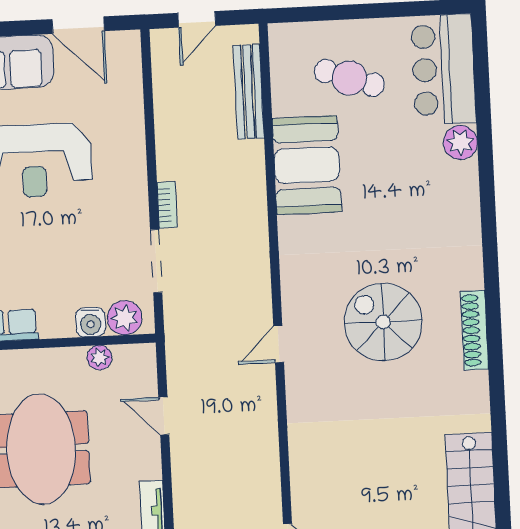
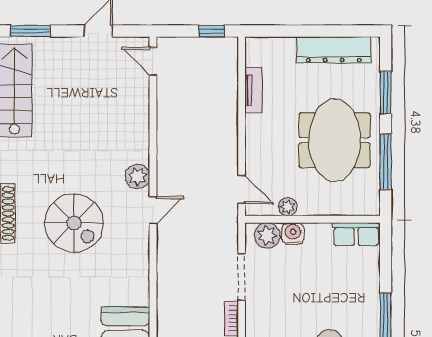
plant: (301, 388) -> (138, 176), added
door: (164, 416) -> (242, 190), moved

